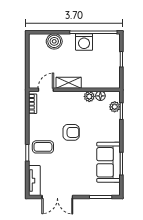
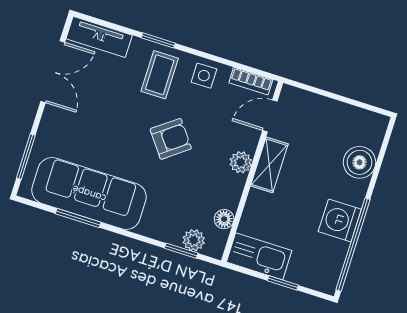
kitchen sink: (113, 74) -> (259, 256), added
door: (46, 90) -> (270, 116), swing flipped
plant: (89, 96) -> (241, 162), moved
side table: (37, 126) -> (204, 76), added
armchair: (71, 132) -> (171, 139), turned -127
sofa: (108, 162) -> (89, 194), width x1.36
double door: (57, 197) -> (53, 72), swing flipped

